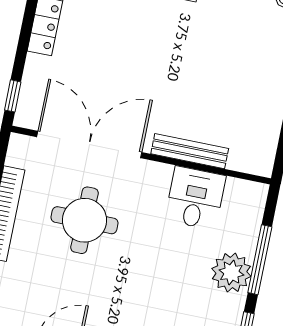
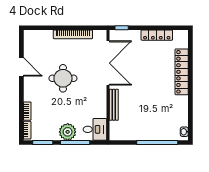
desk: (195, 198) -> (95, 129), moved
round table: (84, 220) -> (63, 78), moved

